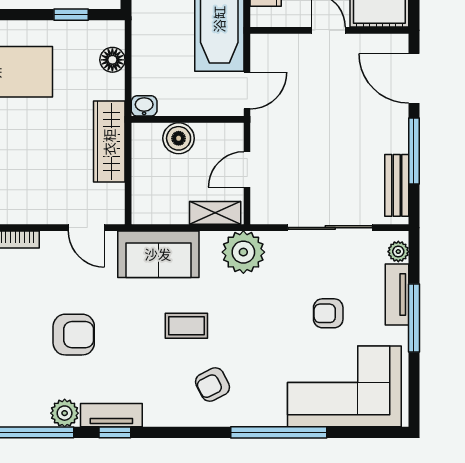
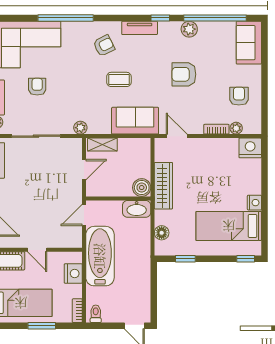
washbasin: (144, 106) -> (137, 209), width x1.91, depth x1.45
boiler: (179, 138) -> (142, 188), moved
plant: (243, 252) -> (80, 128), width x0.53, depth x0.53
armchair: (328, 313) -> (37, 87), turned -90
tv unit: (111, 415) -> (140, 28), moved

